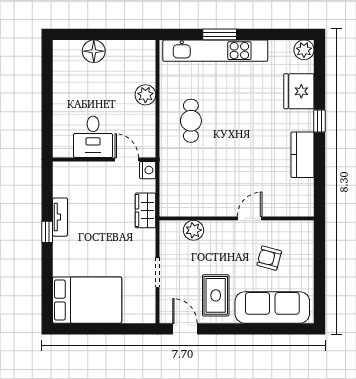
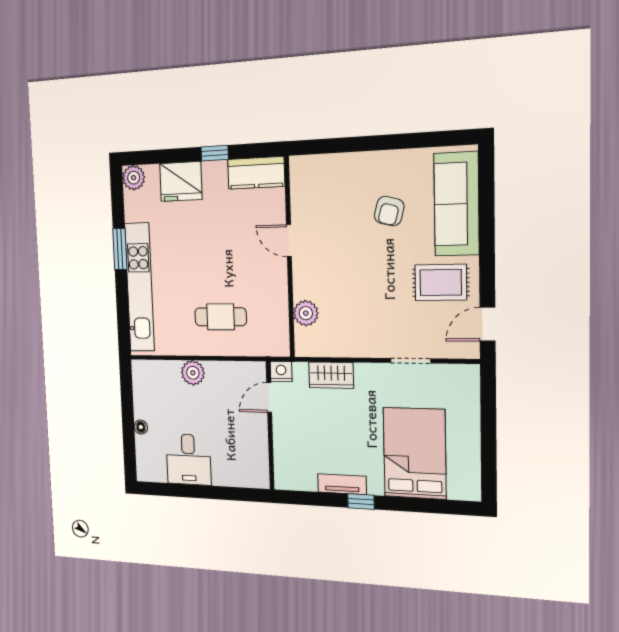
window: (220, 34) -> (120, 249), moved
floor lamp: (94, 51) -> (141, 427), width x0.53, depth x0.53
desk: (93, 137) -> (188, 460), moved, turned 90
wall: (237, 218) -> (289, 257), moved
door: (250, 218) -> (289, 241), moved
plant: (194, 230) -> (306, 313), moved
bed: (87, 300) -> (415, 453), moved

